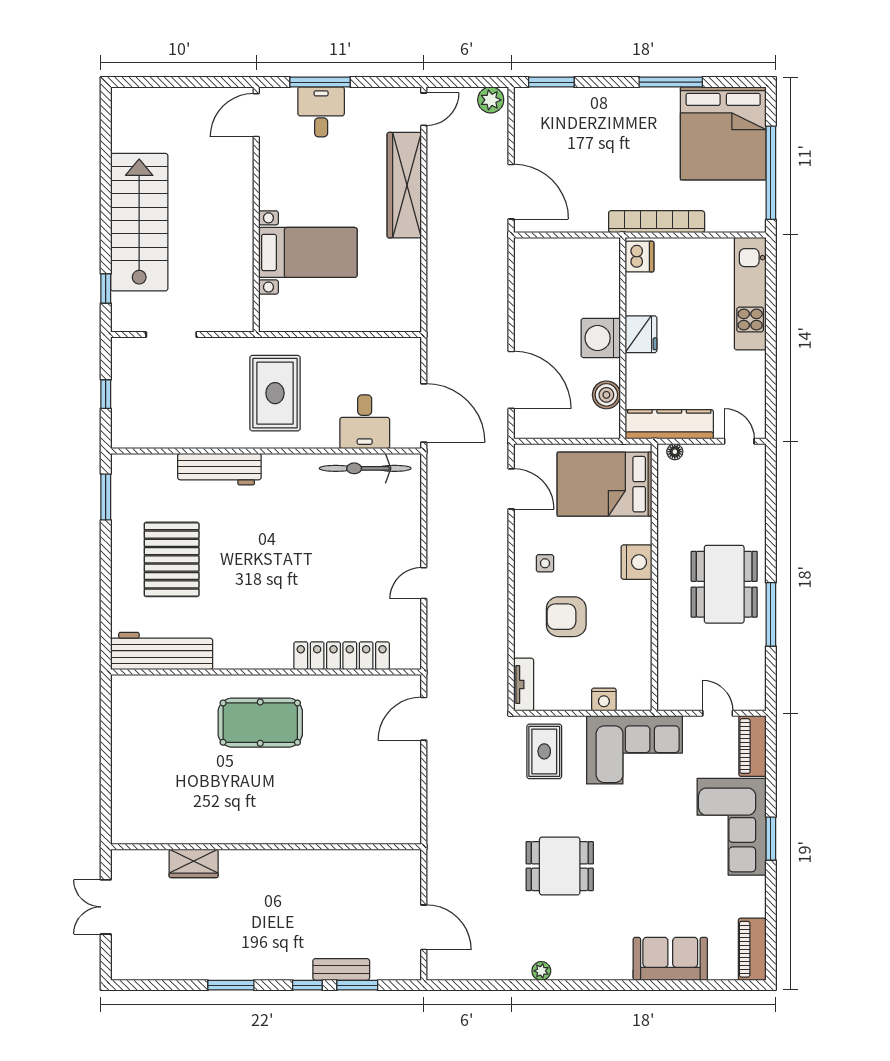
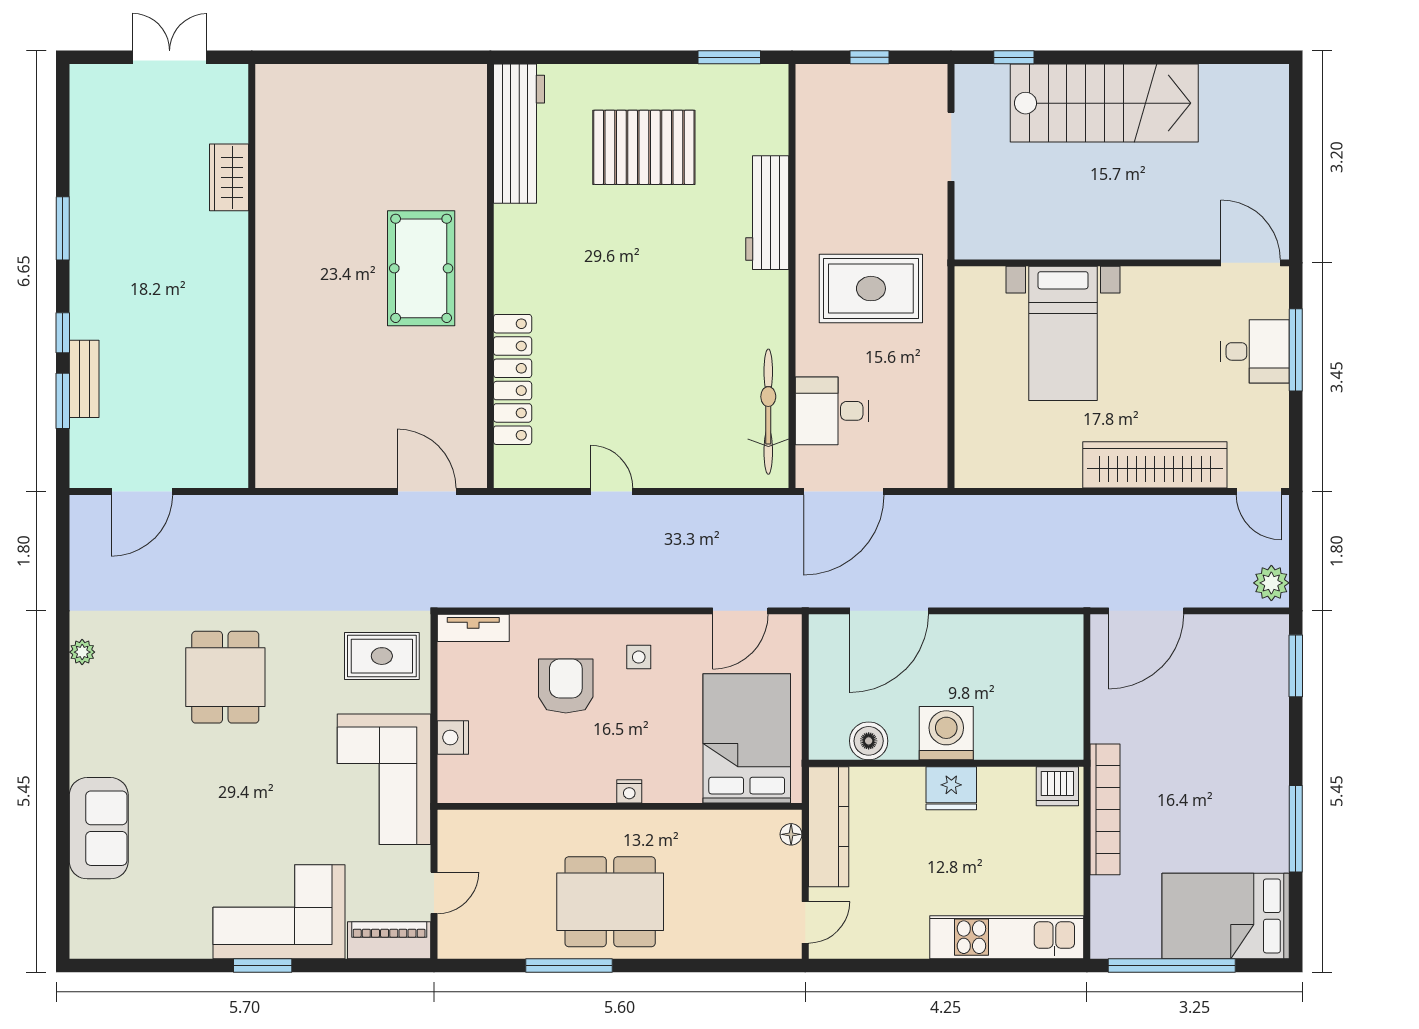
bed: (723, 133) -> (1226, 916), width x0.73
nightstand: (637, 562) -> (629, 791), width x0.53, depth x0.56
piano: (752, 949) -> (112, 940), removed

